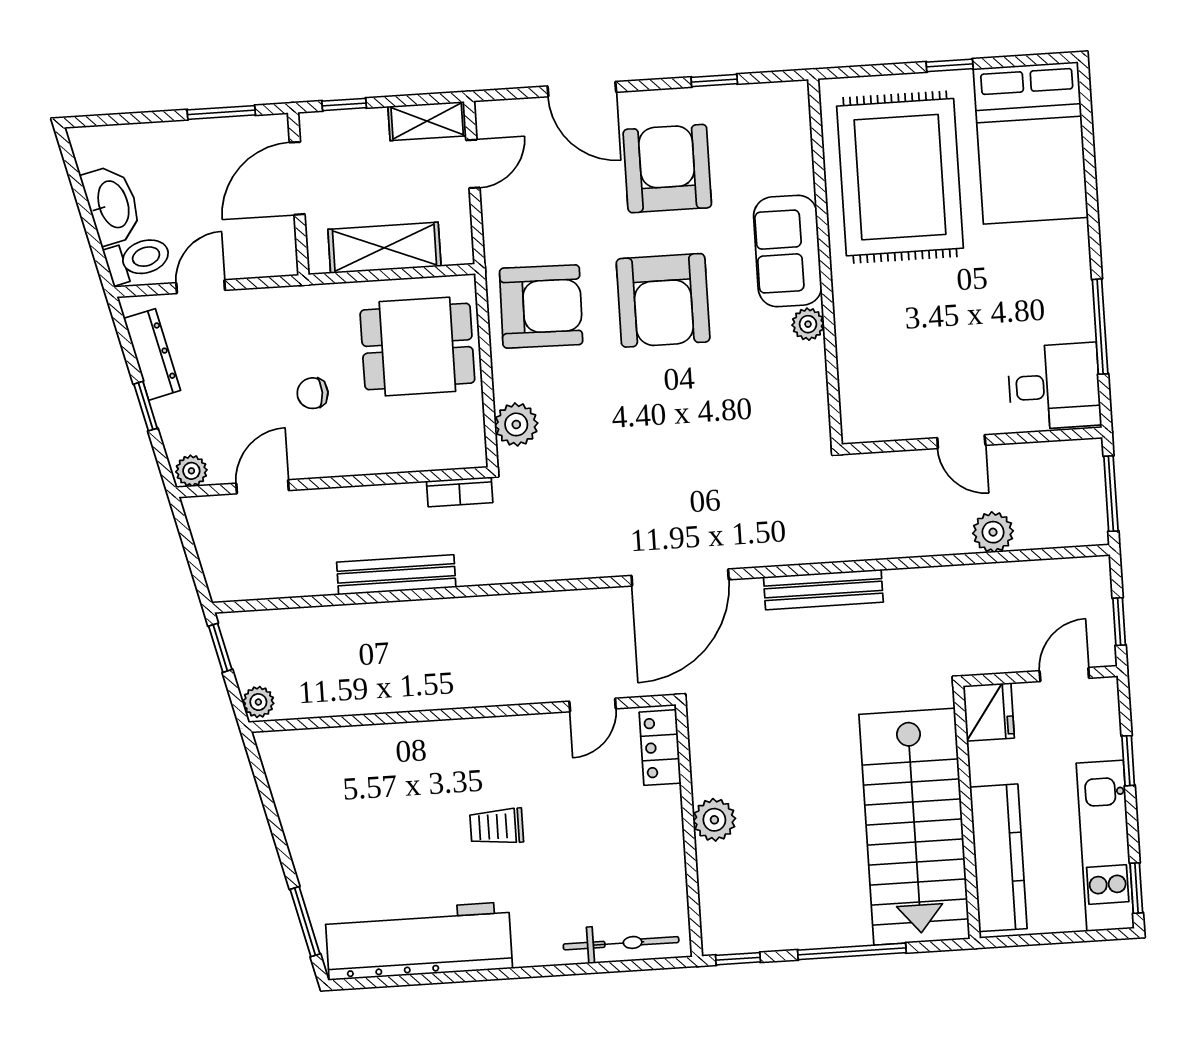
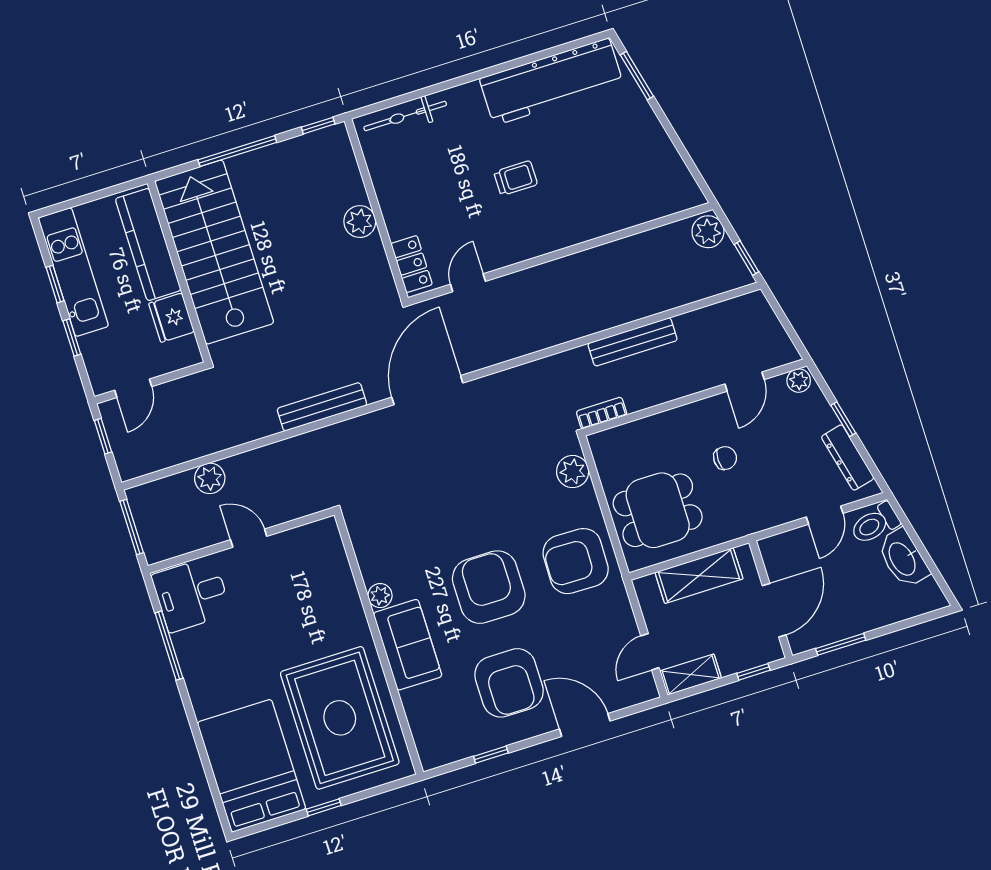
plant: (258, 702) -> (708, 232), width x1.38, depth x1.38
fridge: (989, 712) -> (171, 318), moved
window: (1136, 888) -> (55, 284), moved

